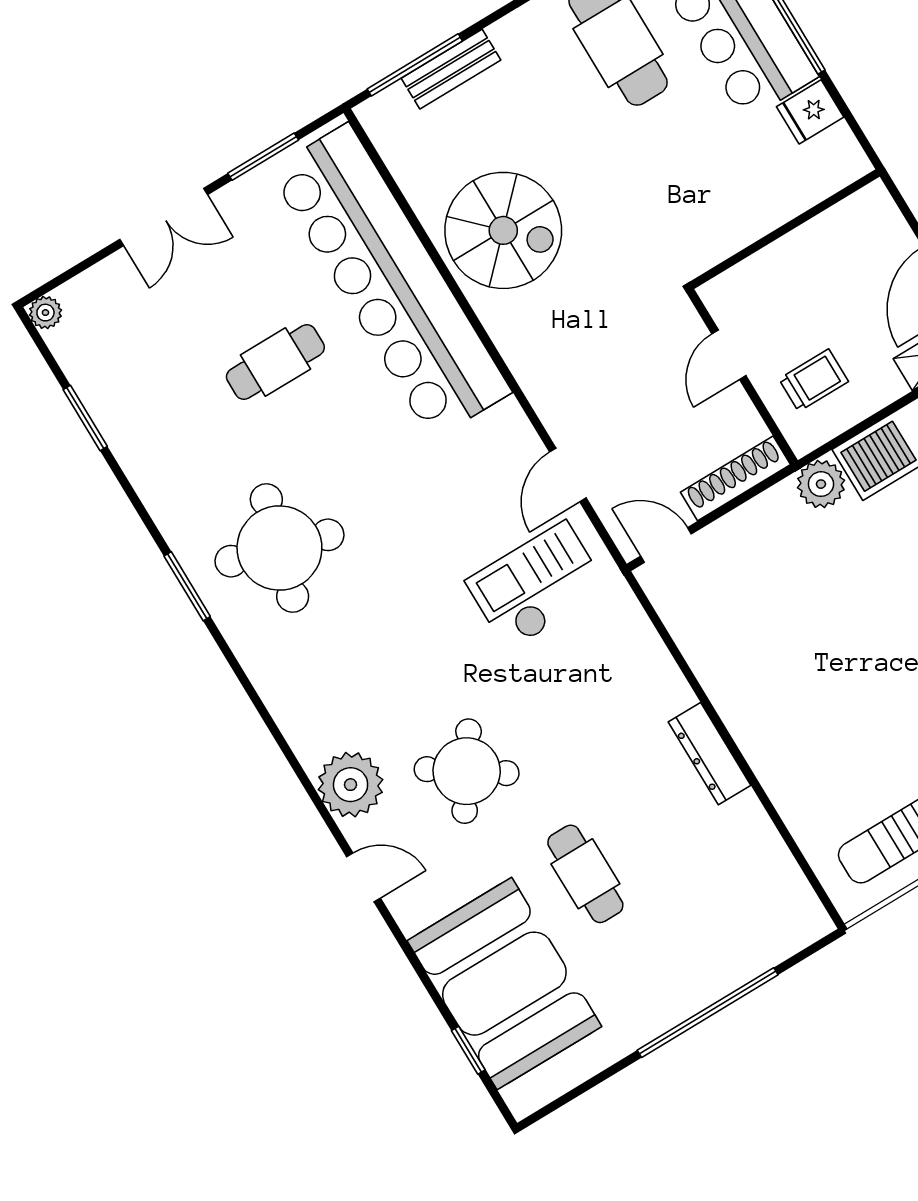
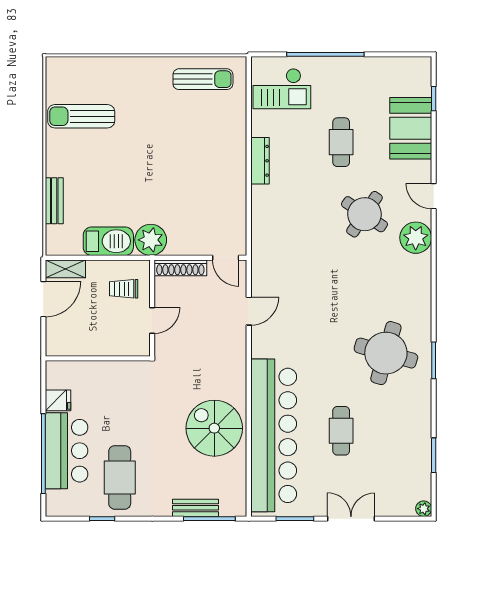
cafe table: (275, 362) -> (341, 431), turned 90
plant: (821, 484) -> (151, 240), width x1.36, depth x1.36
checkout: (537, 586) -> (282, 89), moved
booth: (504, 984) -> (411, 128), width x0.73, depth x0.70

